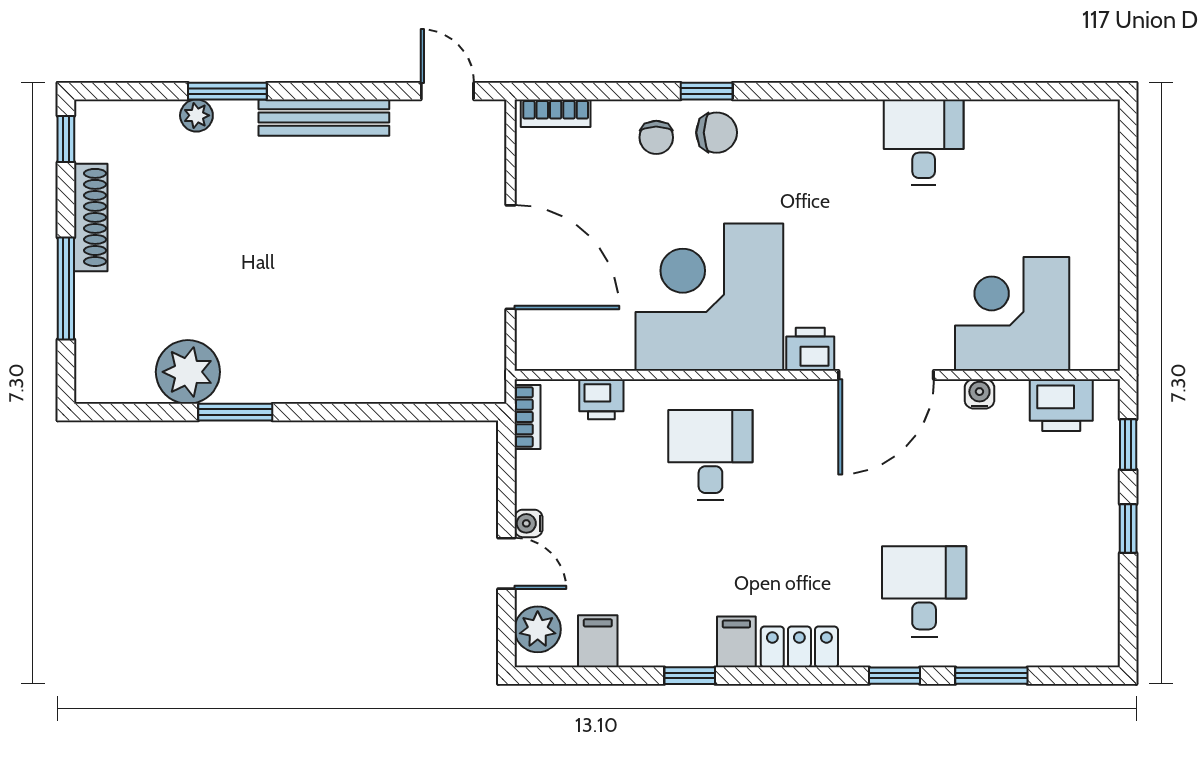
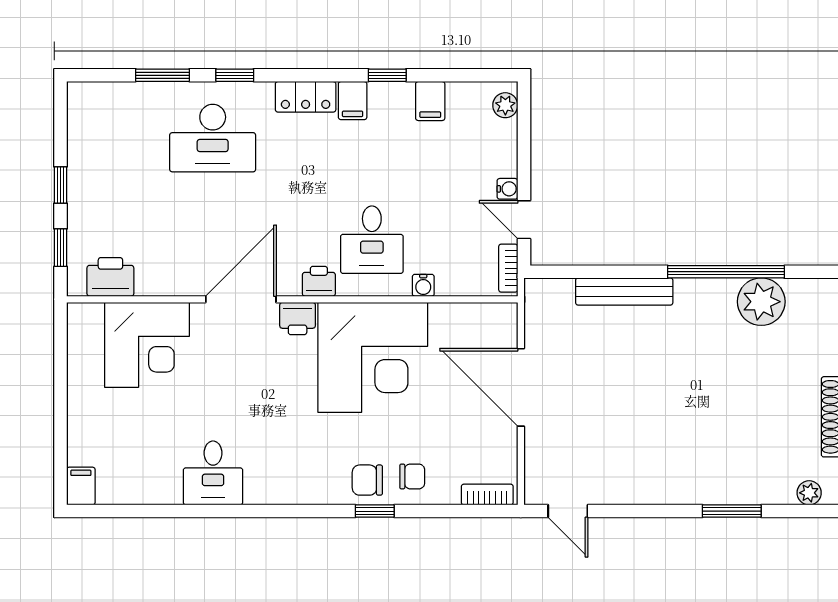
plant: (196, 115) -> (809, 493), moved
bench: (324, 118) -> (624, 291), moved
filing cabinet: (1101, 125) -> (81, 486), added
chair: (656, 137) -> (412, 476), turned 90
water cooler: (979, 394) -> (423, 285), moved
printer: (601, 399) -> (319, 281), moved
window: (235, 412) -> (726, 272), width x2.11
door: (506, 563) -> (524, 220), moved
desk: (924, 591) -> (213, 138), width x1.37
plant: (538, 629) -> (505, 105), width x0.73, depth x0.73
filing cabinet: (598, 641) -> (430, 101), moved

